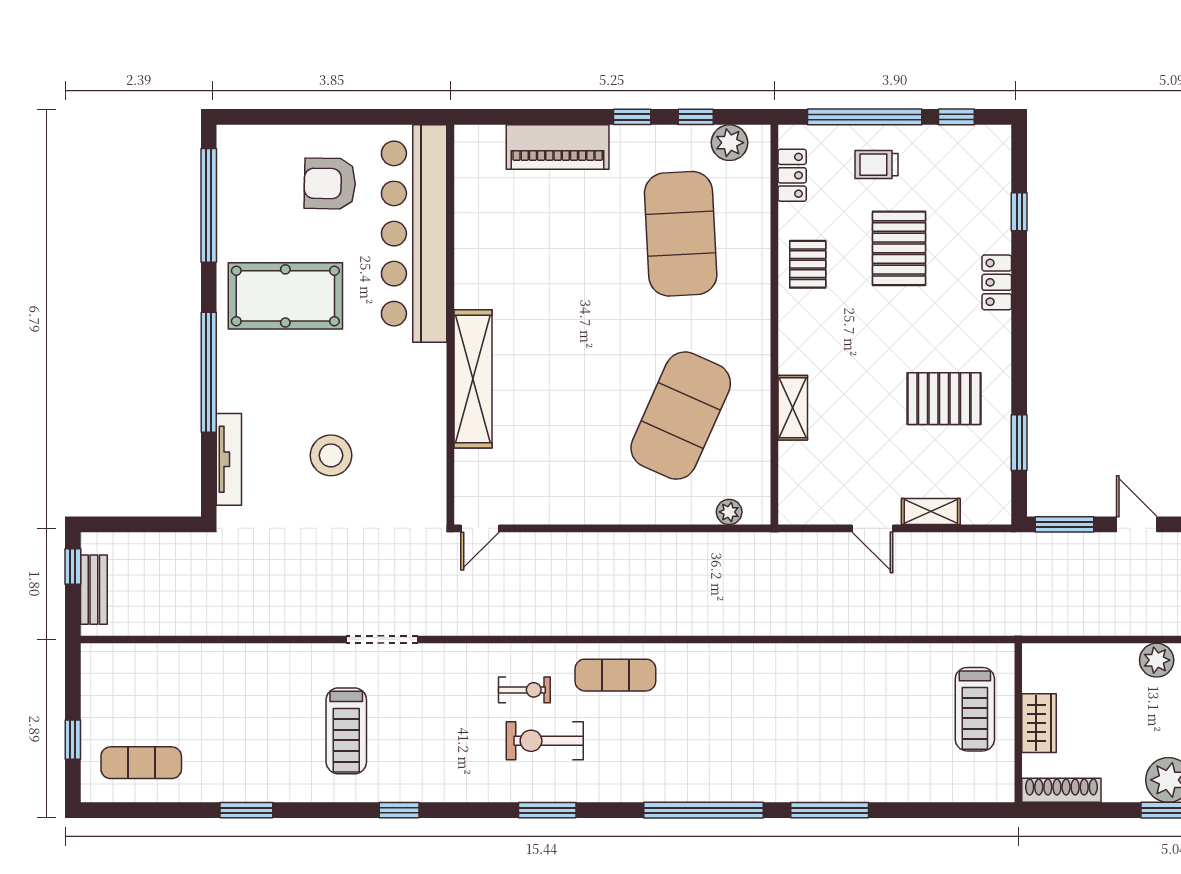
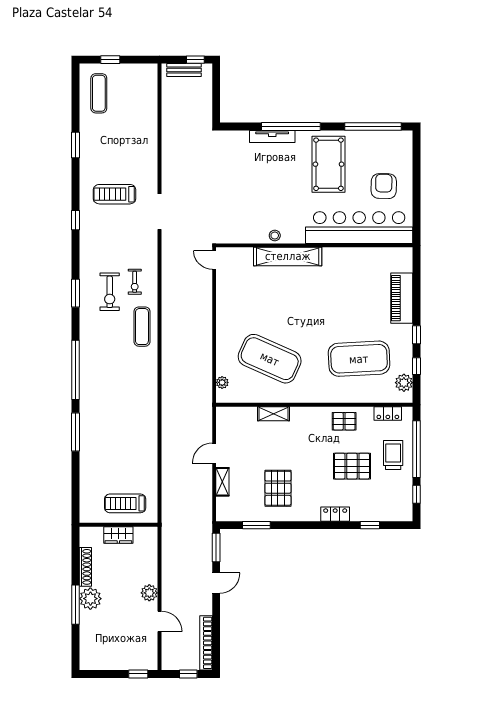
trolley: (876, 165) -> (393, 455), width x1.36, depth x1.39
stool: (331, 455) -> (275, 236), moved, width x0.53, depth x0.53
tv unit: (229, 459) -> (272, 136), moved
exercise bike: (545, 741) -> (110, 292), turned 180
shoe rack: (1061, 790) -> (85, 567), moved

